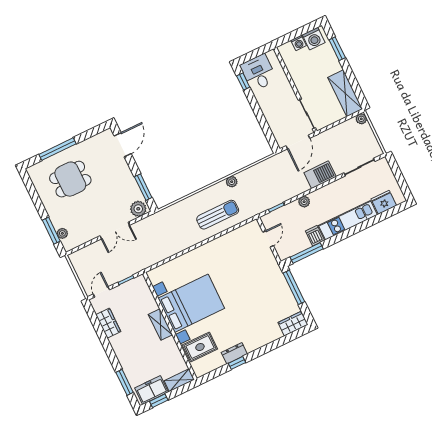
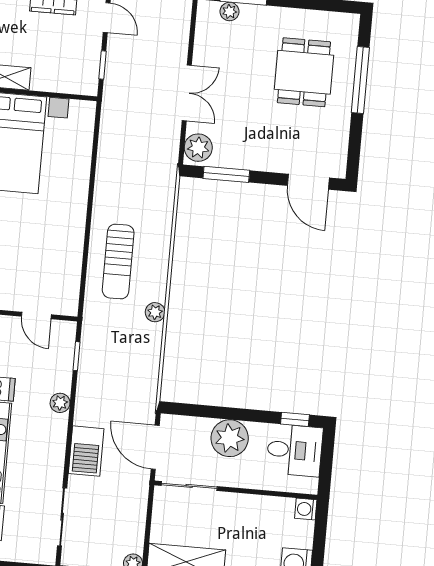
washing machine: (298, 43) -> (306, 509), moved
plant: (272, 108) -> (230, 438), added
double door: (115, 230) -> (187, 93), swing flipped

